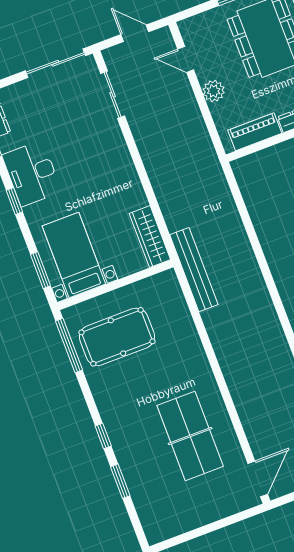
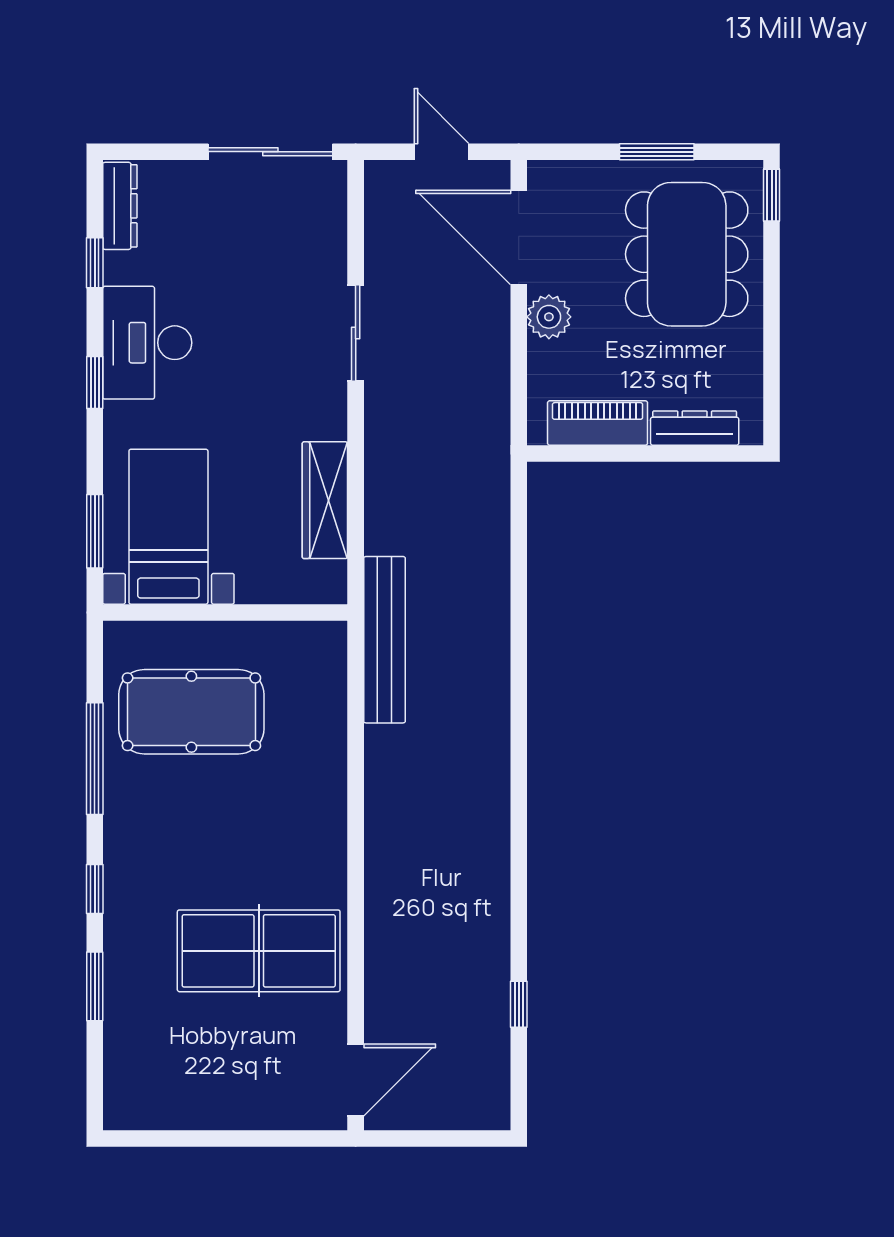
door: (186, 59) -> (519, 237), width x1.87
sliding door: (113, 95) -> (356, 333), moved
wardrobe: (150, 237) -> (325, 500), moved
window: (69, 345) -> (95, 759), moved
table tennis table: (190, 436) -> (259, 951), turned 90

